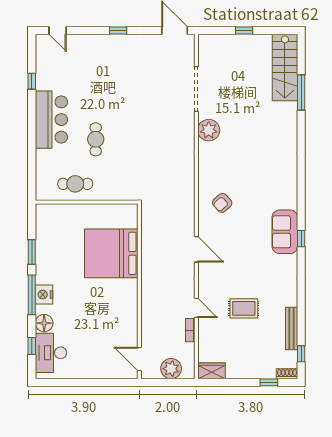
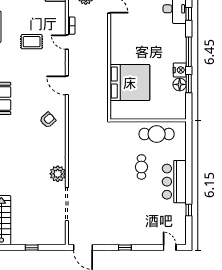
cafe table: (75, 184) -> (157, 134), width x1.37, depth x1.35
nightstand: (44, 295) -> (180, 70), moved
floor lamp: (44, 323) -> (180, 84), moved

